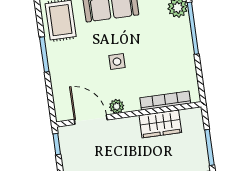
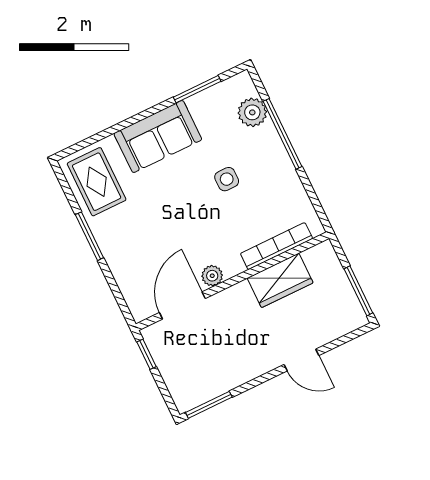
side table: (117, 62) -> (227, 179), moved
door: (91, 120) -> (182, 305), hinge flipped

